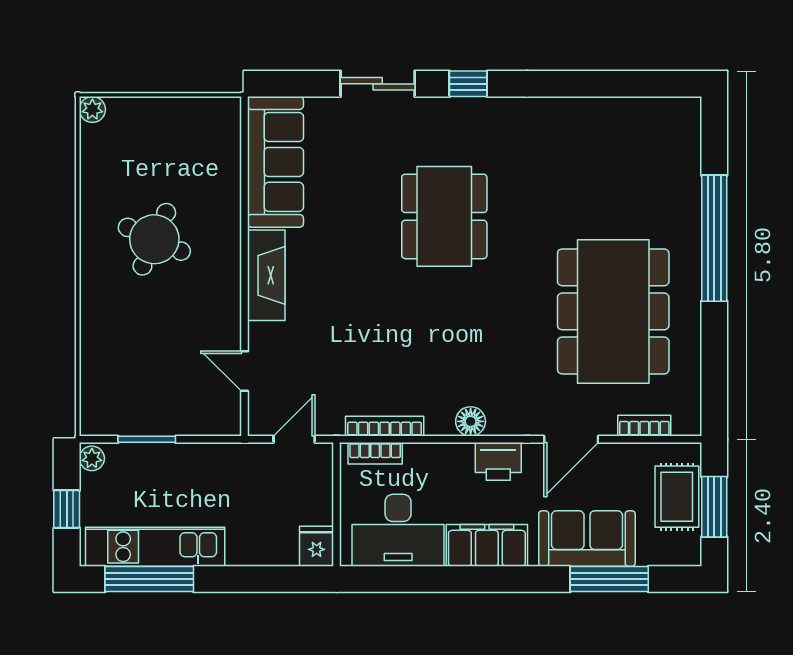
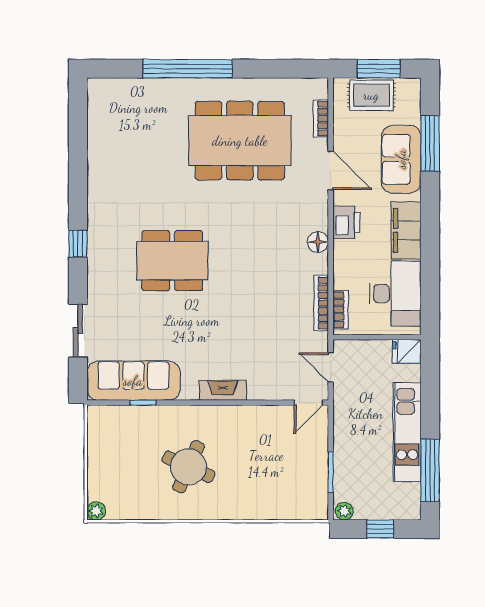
sliding door: (378, 84) -> (78, 331), moved
window: (244, 176) -> (143, 403), added
fireplace: (266, 275) -> (223, 390), width x0.73, depth x0.76
door: (244, 371) -> (308, 403), moved
kitchen unit: (155, 547) -> (407, 432), moved

